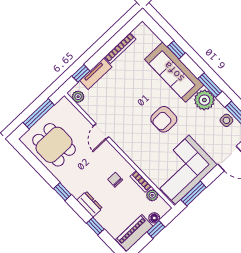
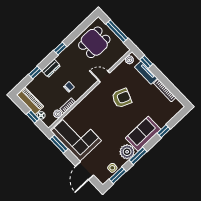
sofa: (174, 72) -> (143, 134), width x0.73
armchair: (164, 119) -> (122, 98), moved, turned 112

